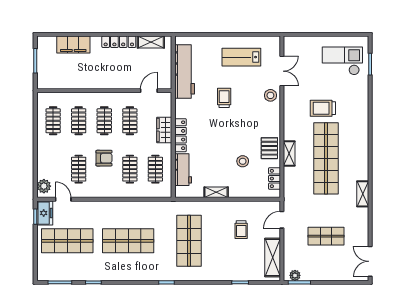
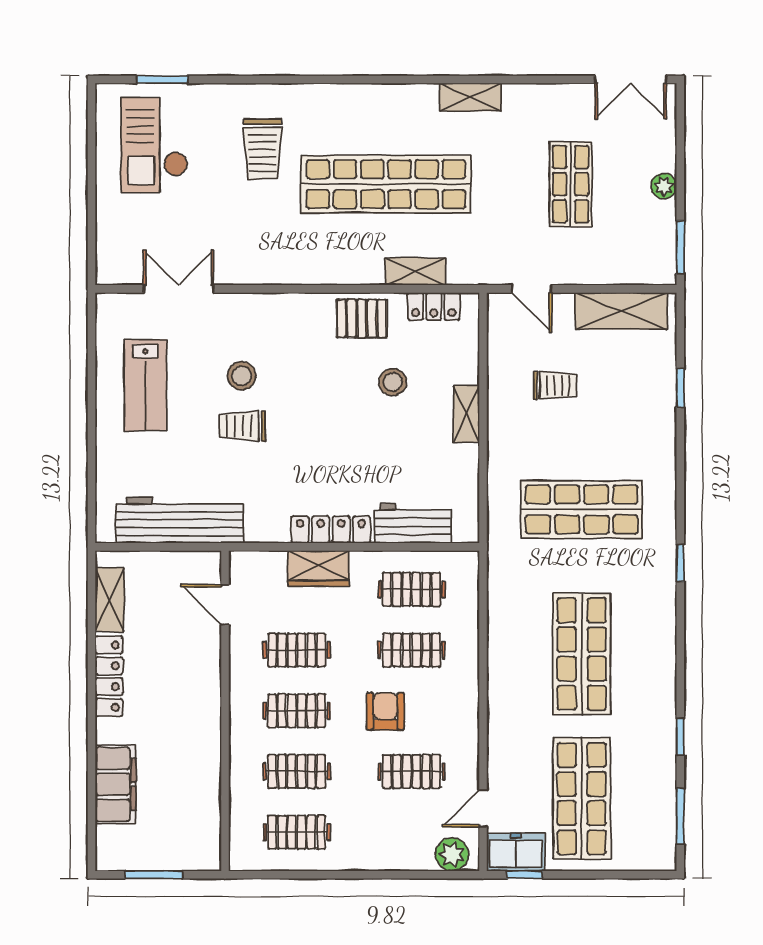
stool: (270, 95) -> (242, 376), moved
trolley: (323, 108) -> (262, 149), moved
shelving: (289, 154) -> (415, 272), moved
shelving: (216, 192) -> (466, 414), moved
plant: (295, 275) -> (664, 186), moved

